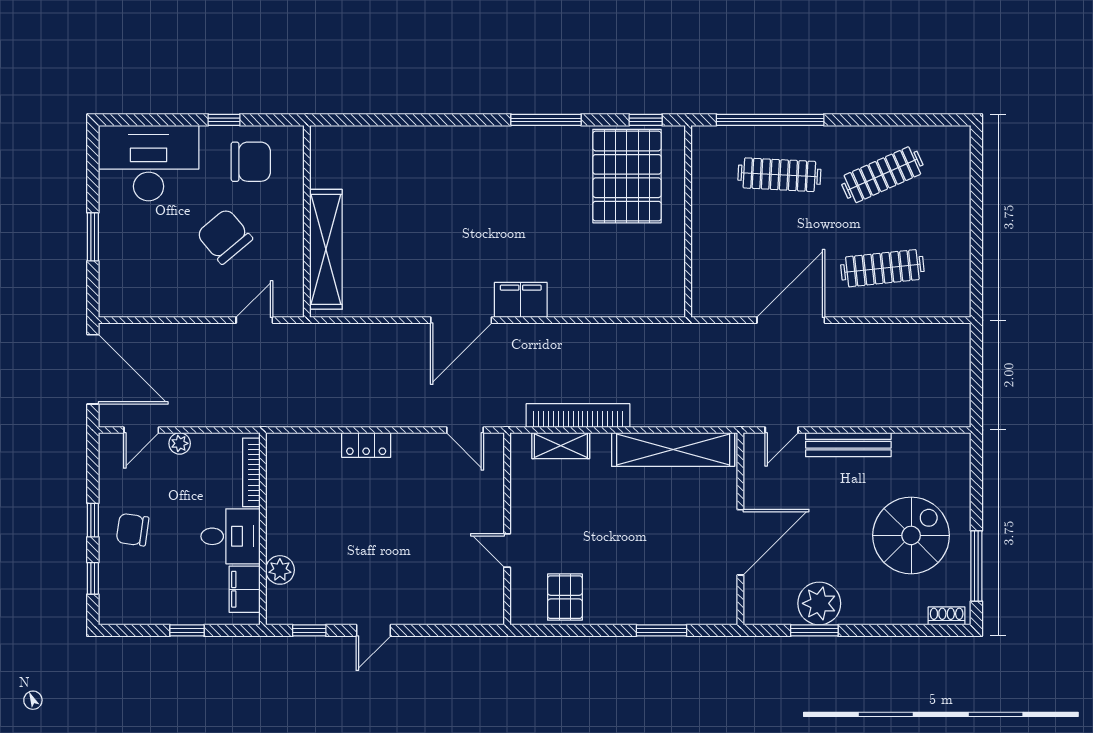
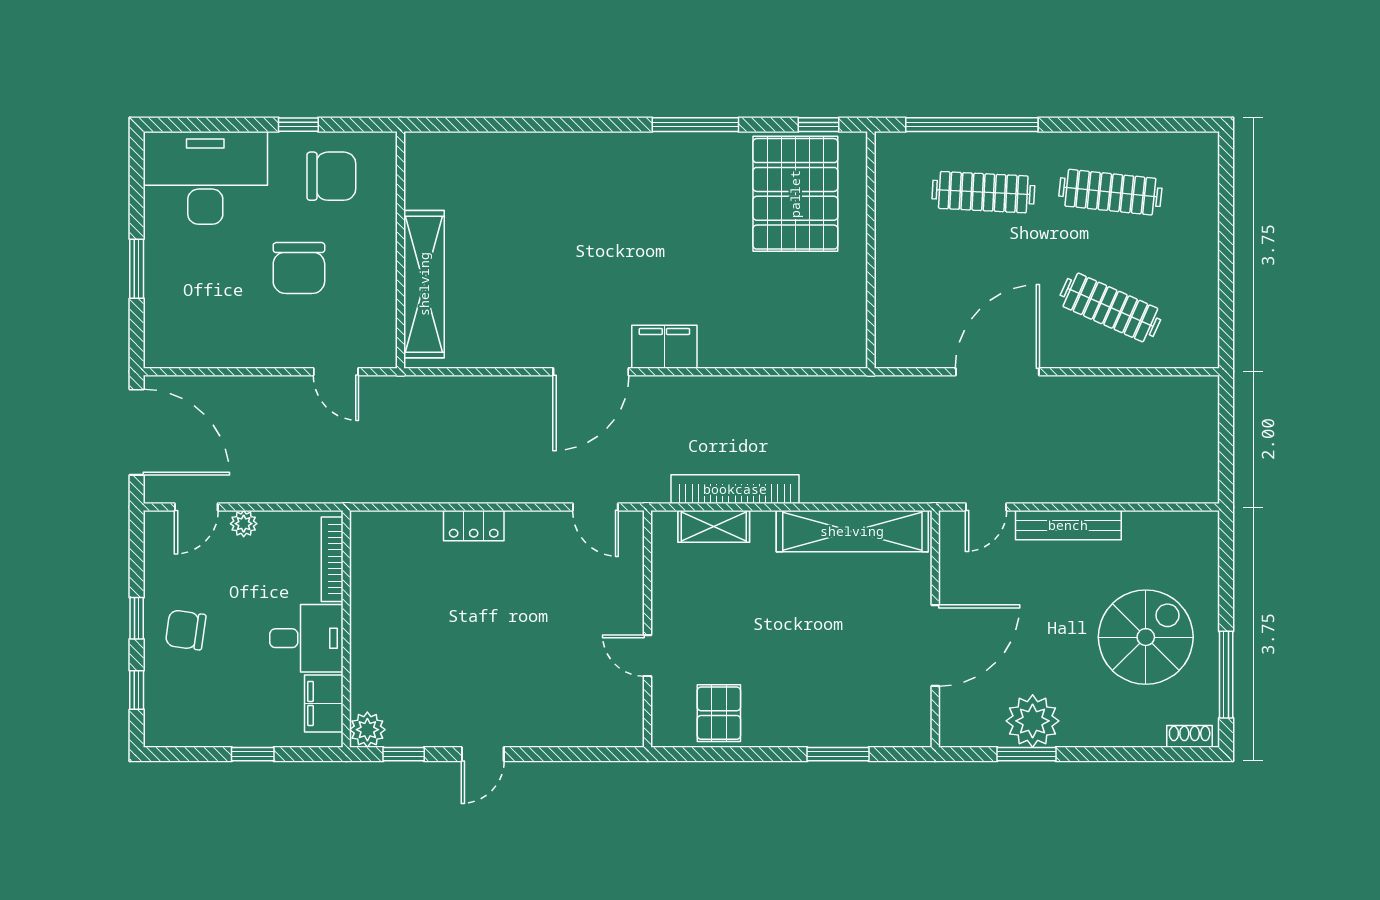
clothes rail: (882, 175) -> (1110, 192), turned 30
chair: (224, 236) -> (299, 268), turned -140
clothes rail: (882, 268) -> (1110, 307), turned 30
door: (254, 320) -> (336, 372), swing flipped
plant: (280, 570) -> (367, 730), moved

